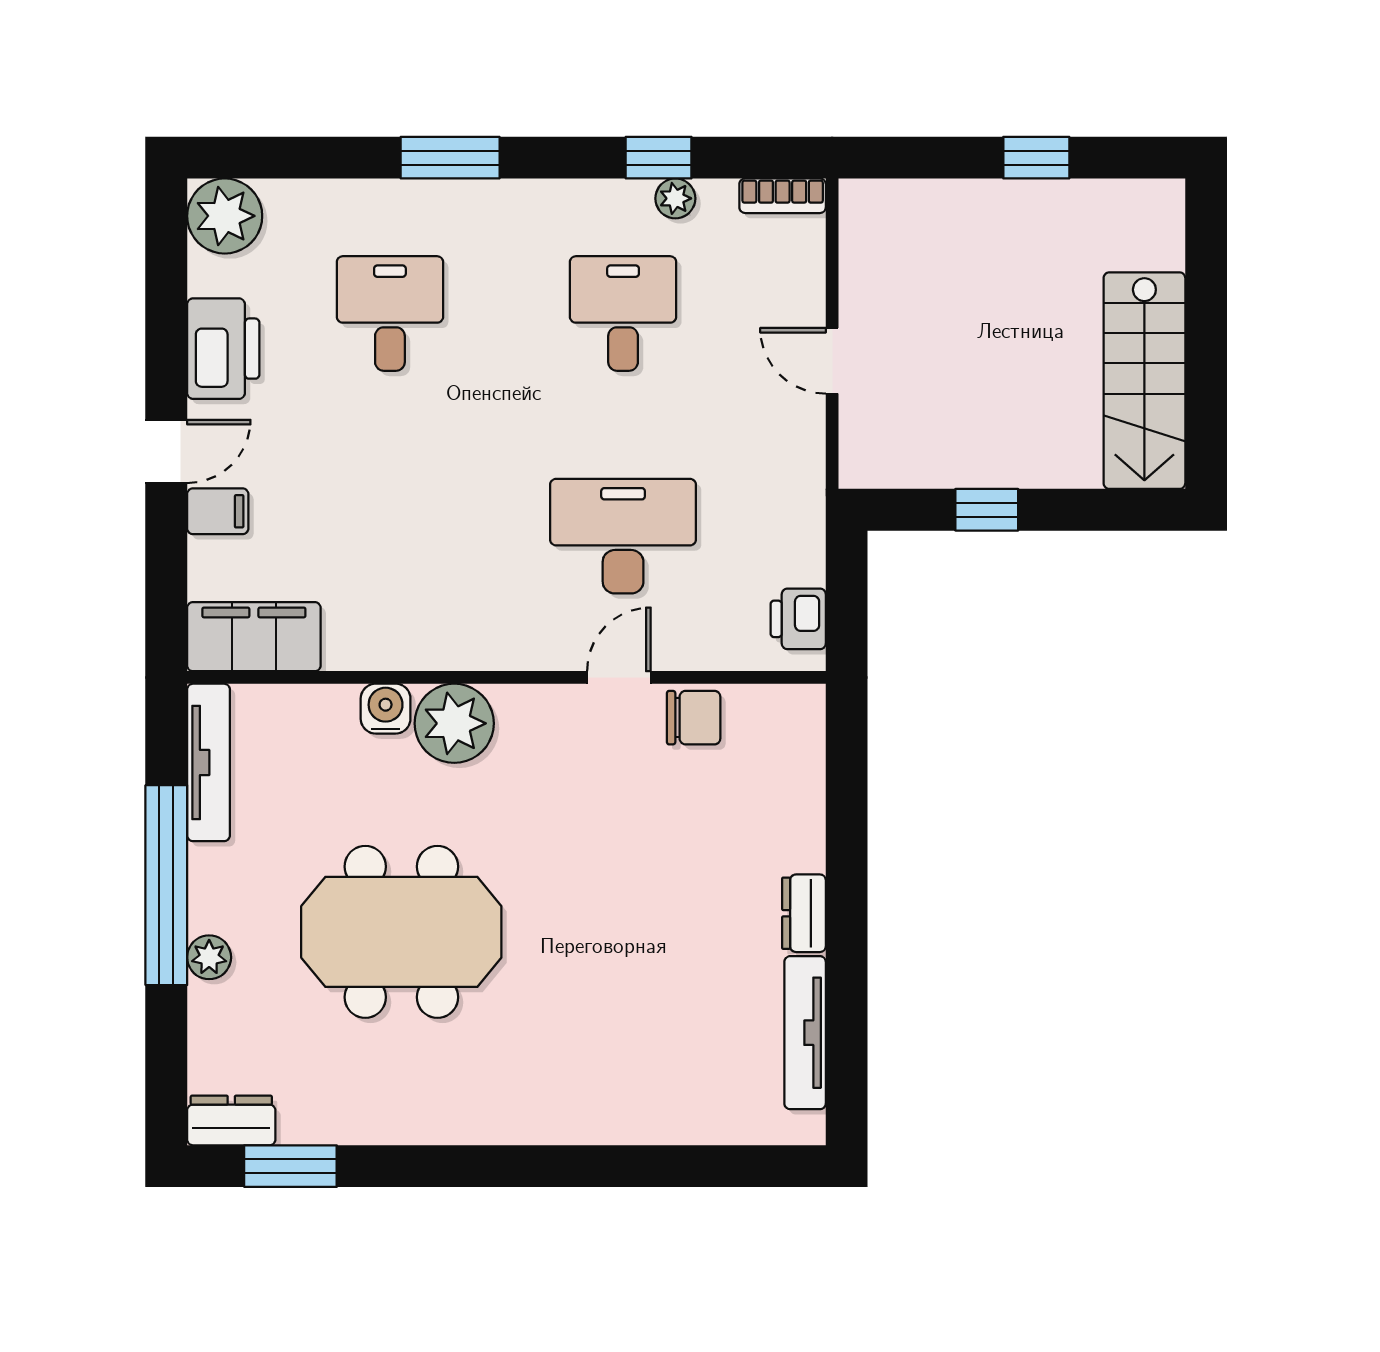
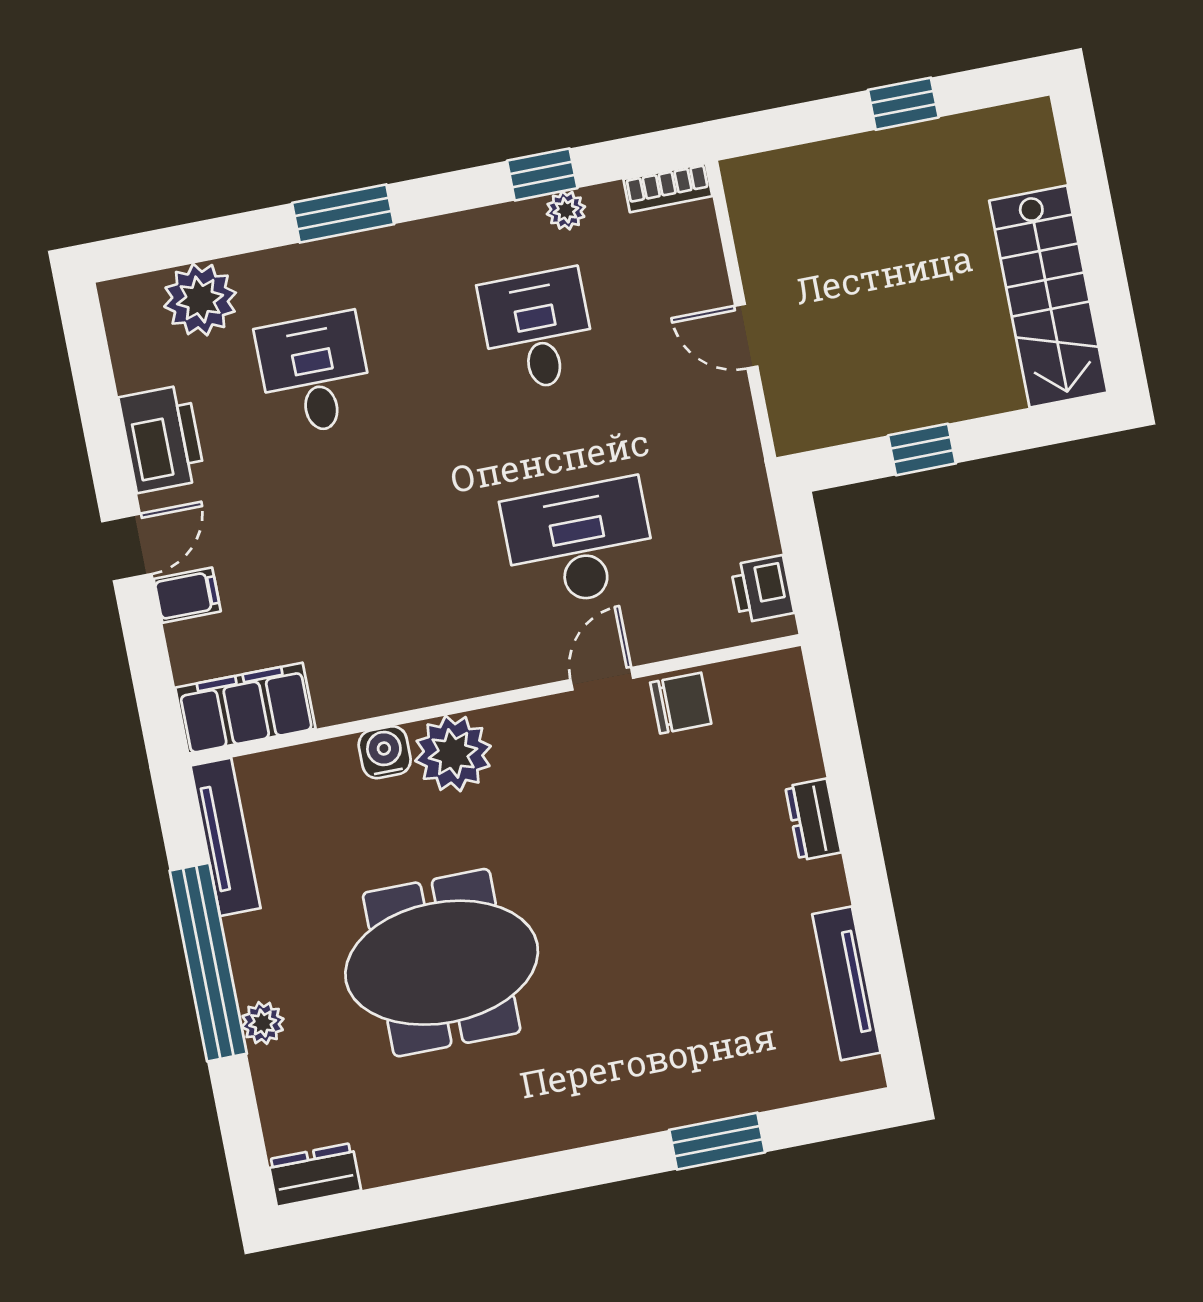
plant: (225, 216) -> (200, 300), moved
dresser: (804, 913) -> (813, 819), moved
window: (290, 1166) -> (717, 1141), moved

